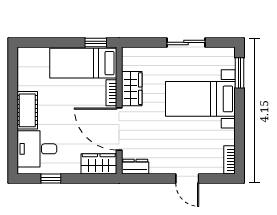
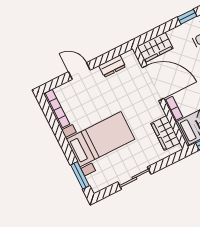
wardrobe: (132, 89) -> (165, 133), moved
bookcase: (230, 160) -> (57, 109), width x1.56
dresser: (135, 167) -> (112, 66), moved

